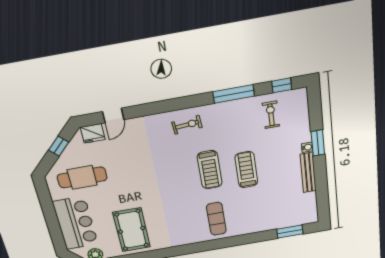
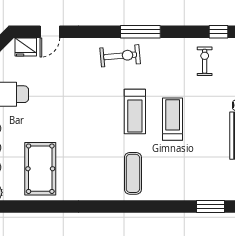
window: (234, 94) -> (140, 32), moved
exercise bike: (187, 125) -> (120, 56), width x1.38, depth x1.39

